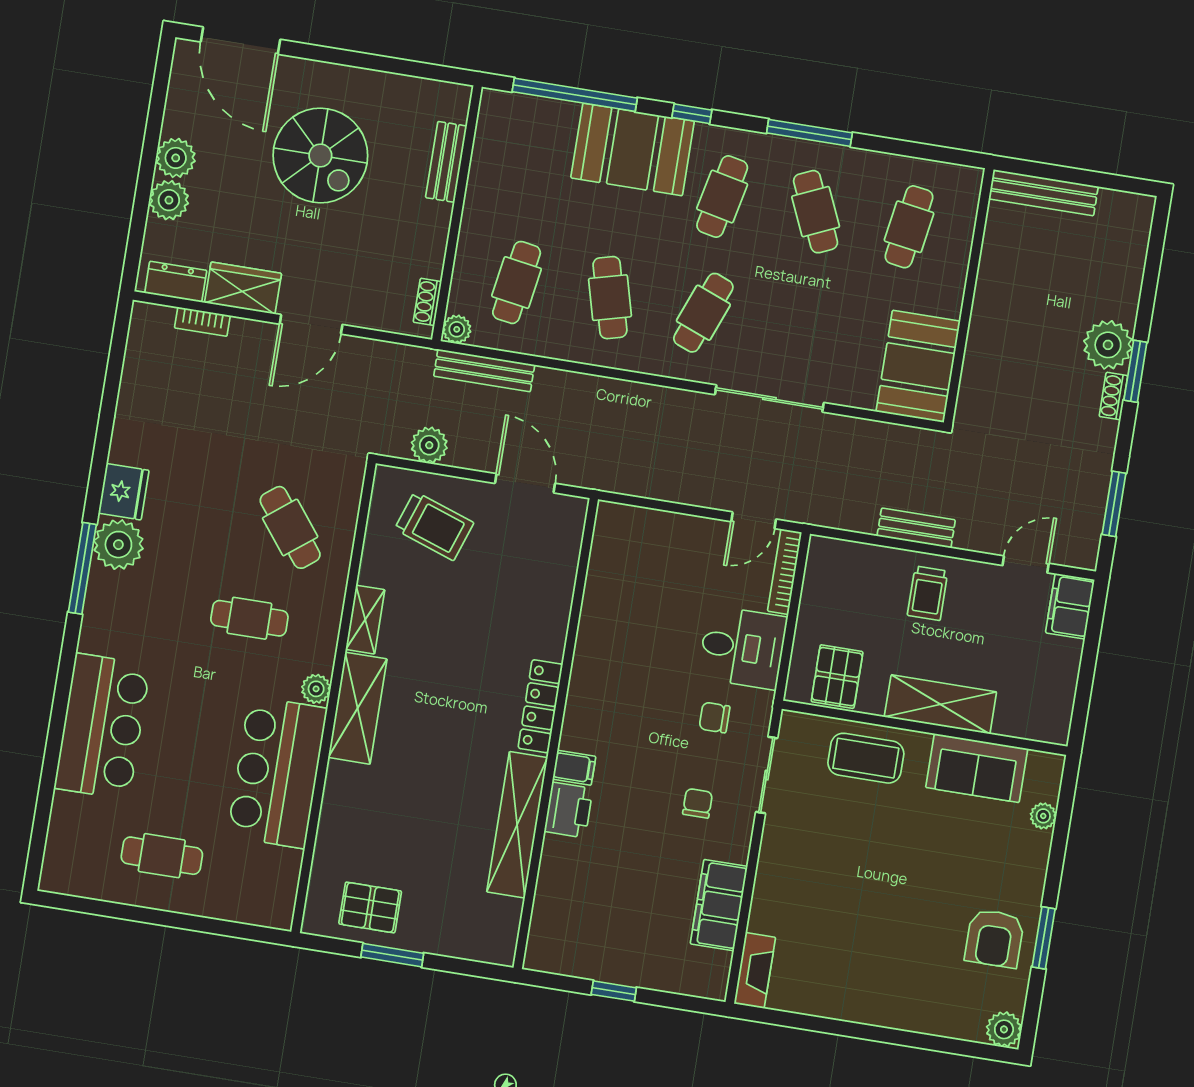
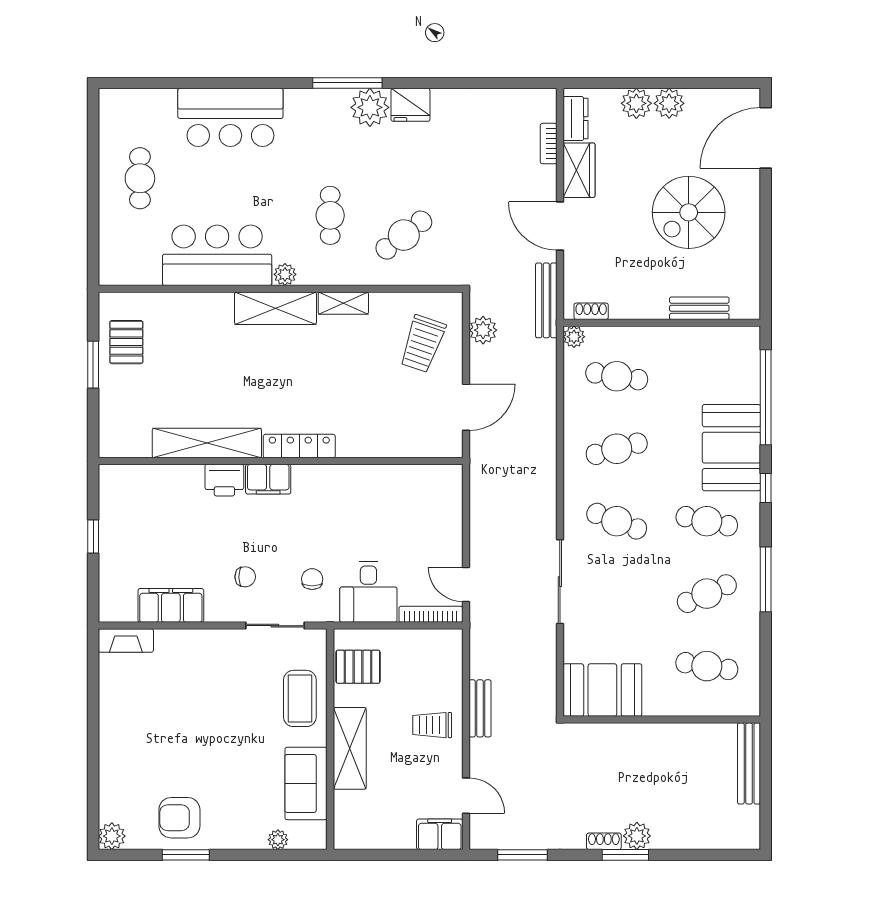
plant: (1108, 345) -> (637, 836), width x0.73, depth x0.73
bench: (484, 370) -> (546, 300), moved
filing cabinet: (574, 768) -> (268, 479), width x2.00

